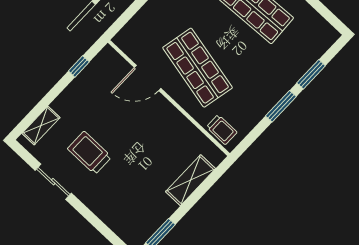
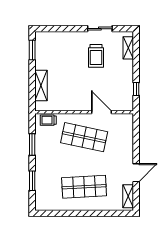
door: (148, 78) -> (101, 112), hinge flipped
window: (281, 106) -> (32, 145), moved
trolley: (90, 153) -> (96, 56), turned 90

